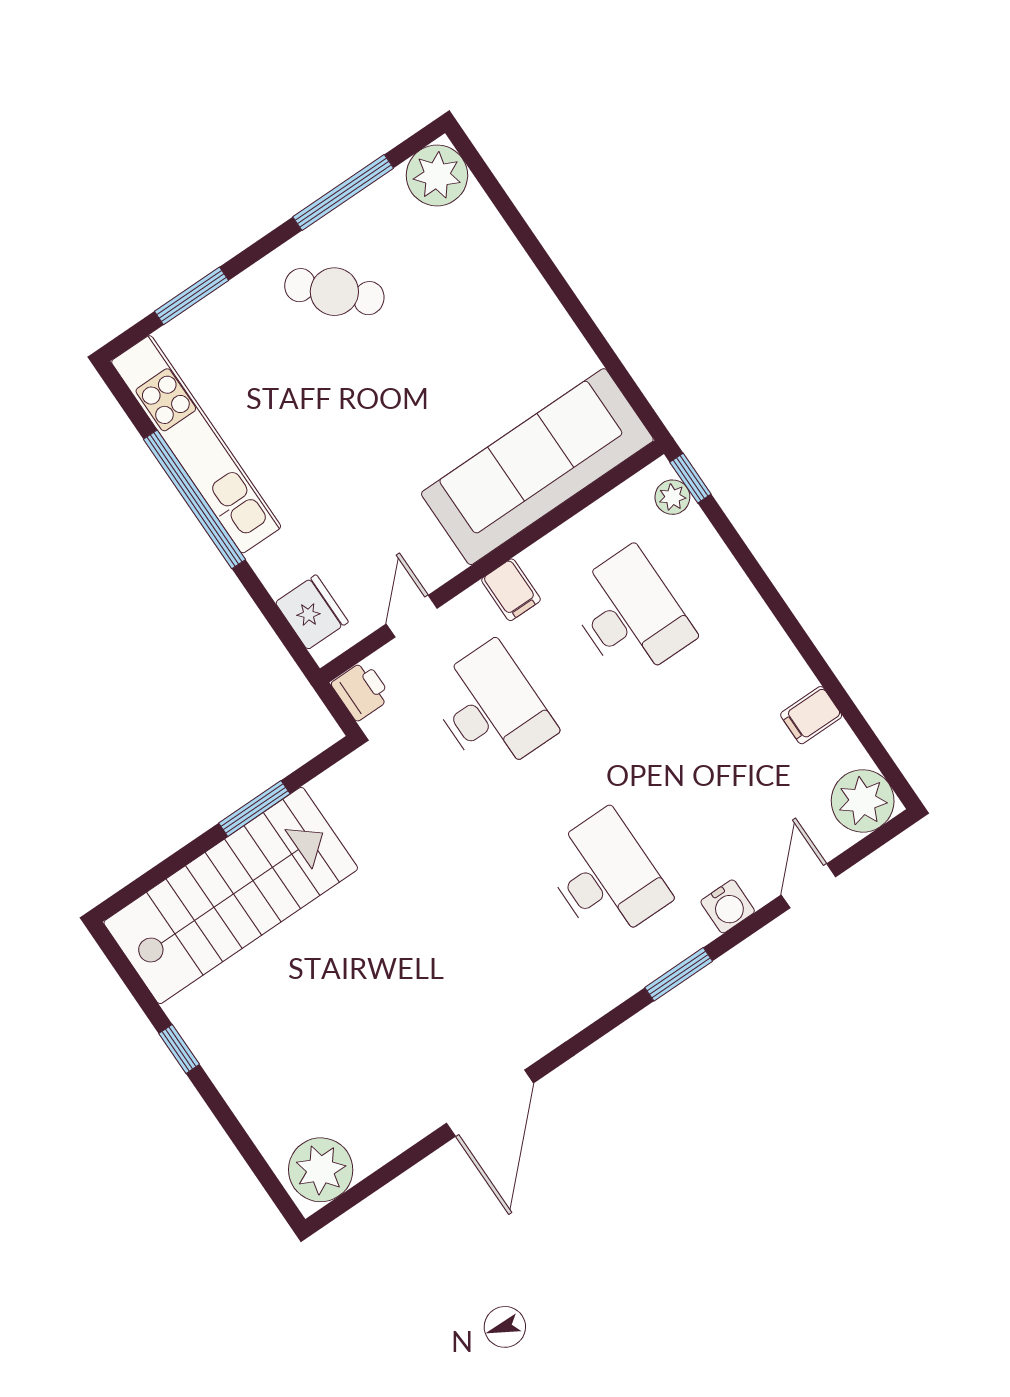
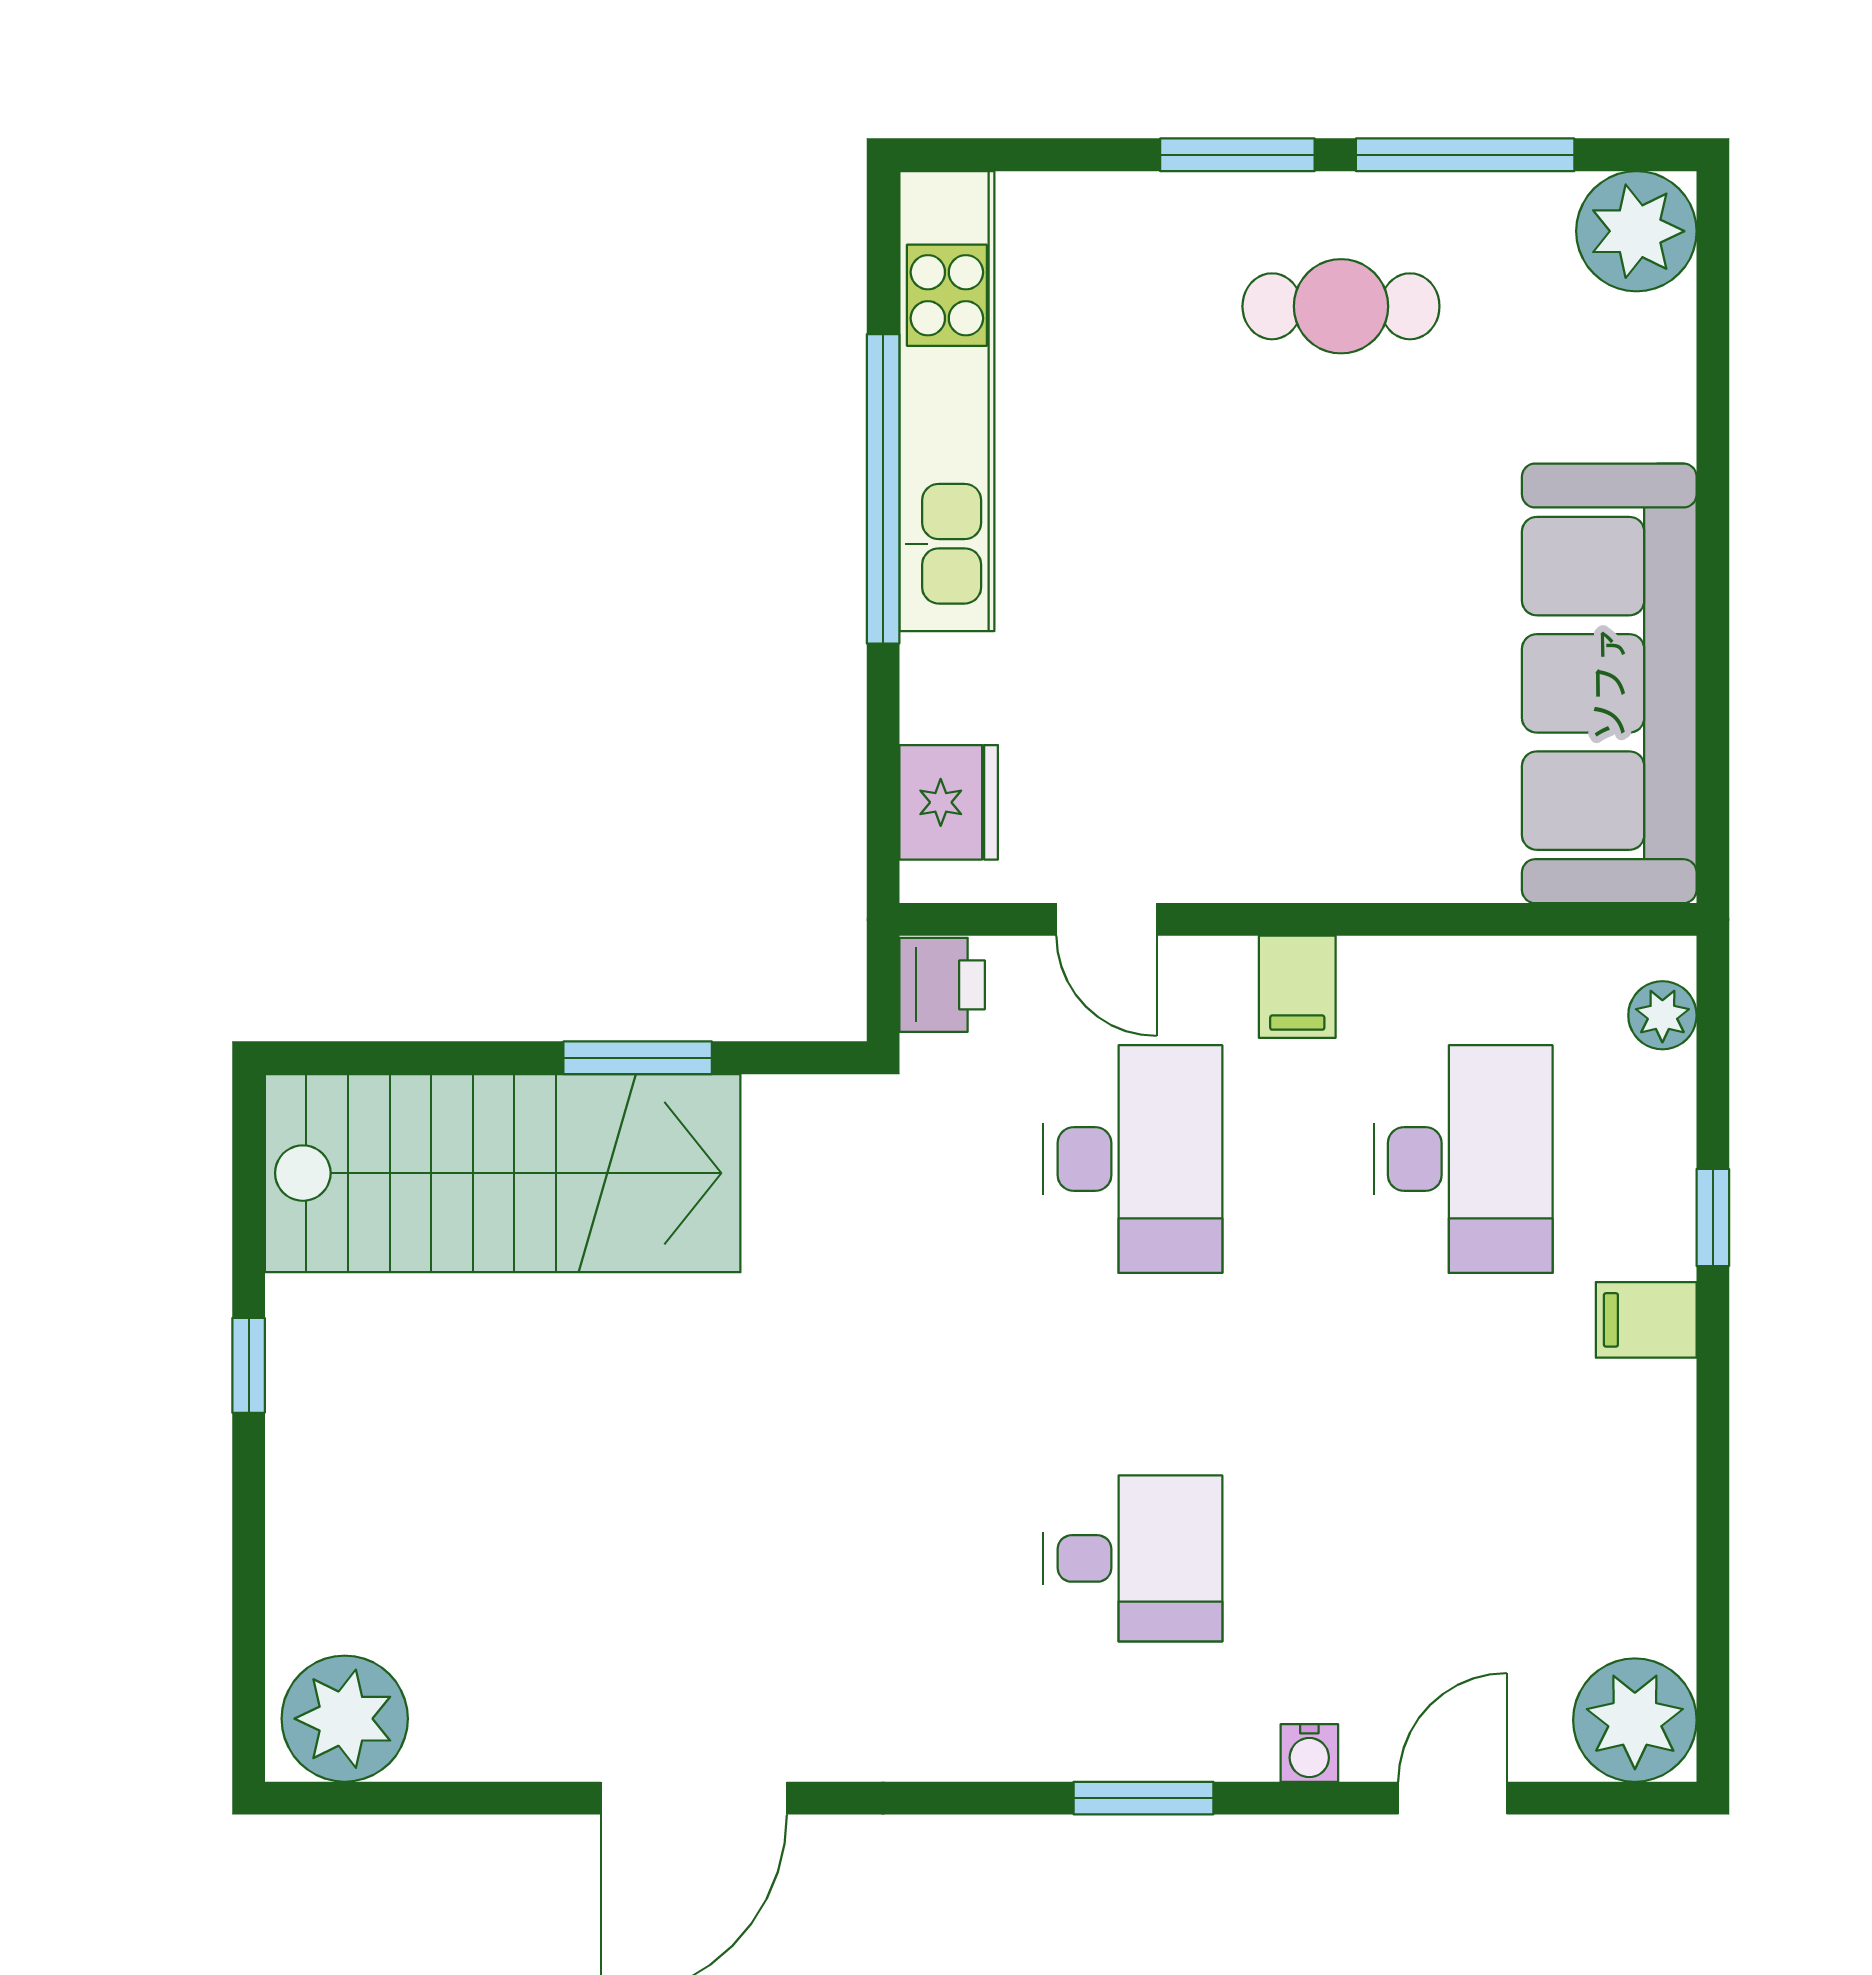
cafe table: (334, 292) -> (1341, 306), turned -45
window: (191, 296) -> (1237, 155), moved
sofa: (537, 467) -> (1609, 683), moved, turned -90
window: (690, 478) -> (1713, 1217), moved
door: (412, 616) -> (1107, 919), swing flipped
filing cabinet: (811, 715) -> (1646, 1320), moved
desk: (606, 877) -> (1133, 1558), width x0.73
water cooler: (728, 906) -> (1309, 1753), width x0.72, depth x0.72

